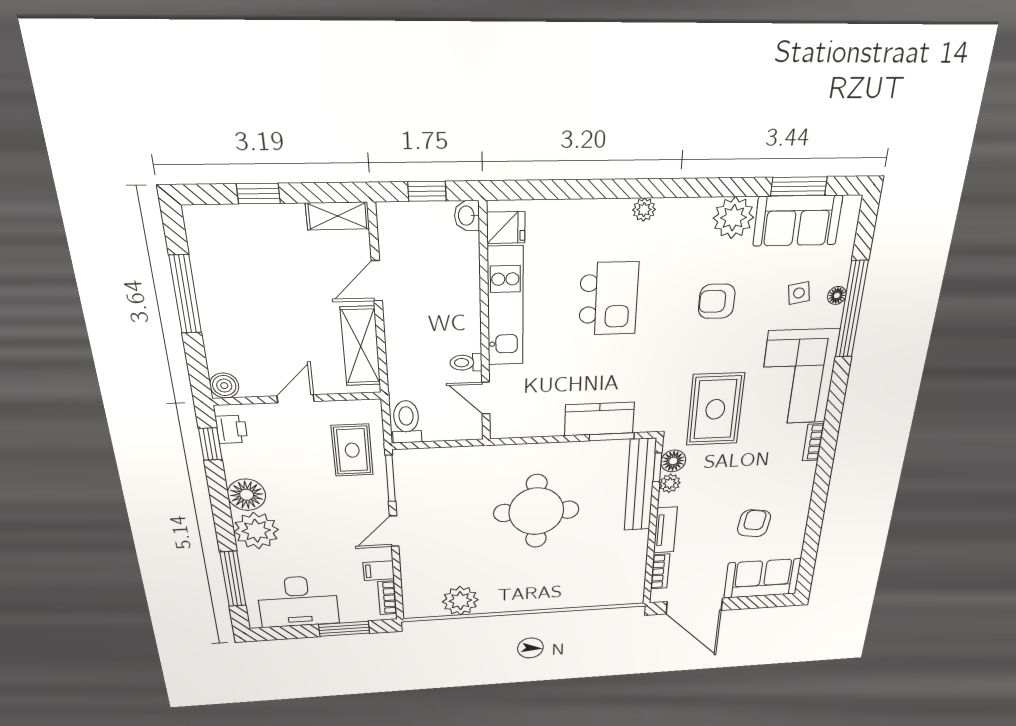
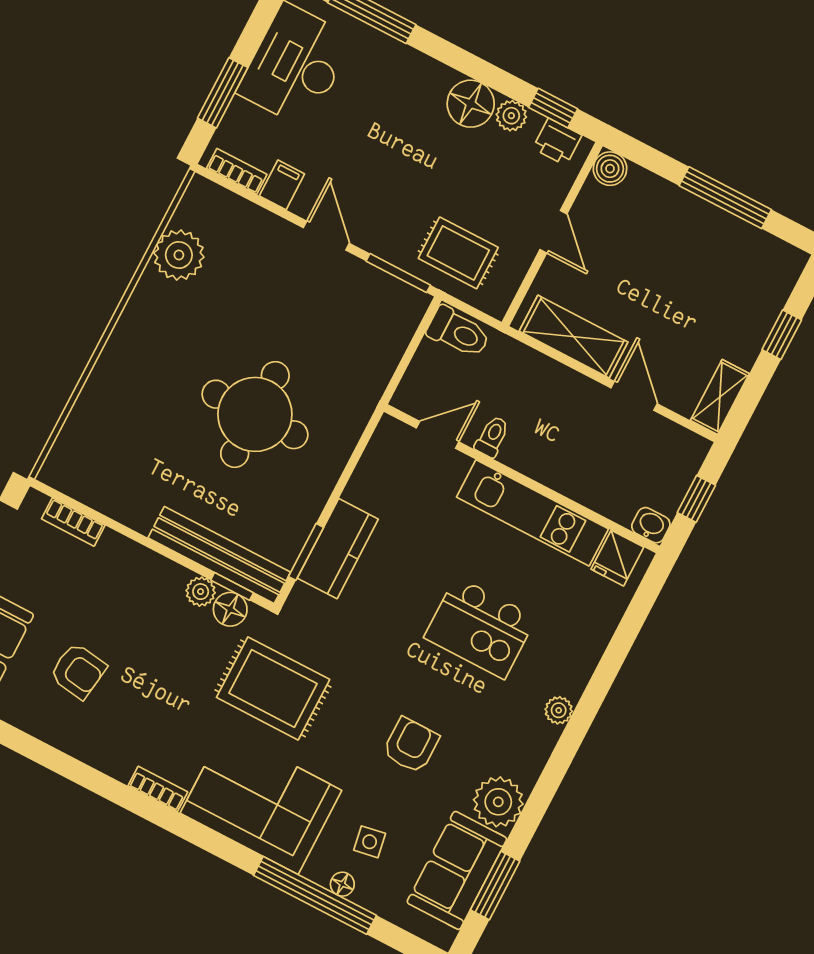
tv unit: (665, 530) -> (134, 556), removed
plant: (256, 531) -> (511, 116), moved, width x0.53, depth x0.53

